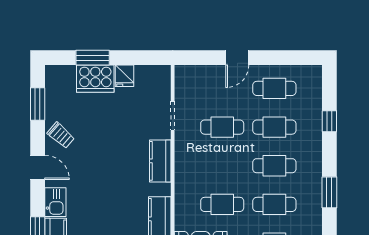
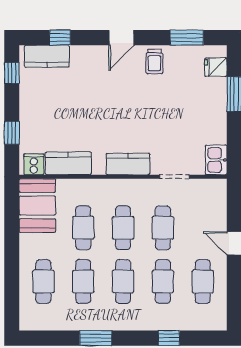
fridge: (124, 76) -> (216, 67), moved
cooker: (95, 79) -> (213, 97), removed
trolley: (61, 135) -> (154, 62), turned -41
cafe table: (222, 166) -> (123, 228), added
kitchen sink: (55, 202) -> (216, 160), moved, turned 90

